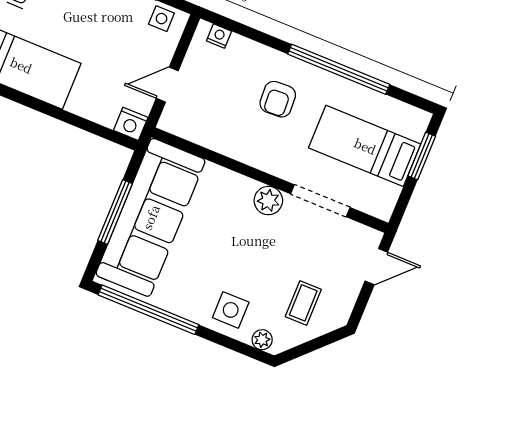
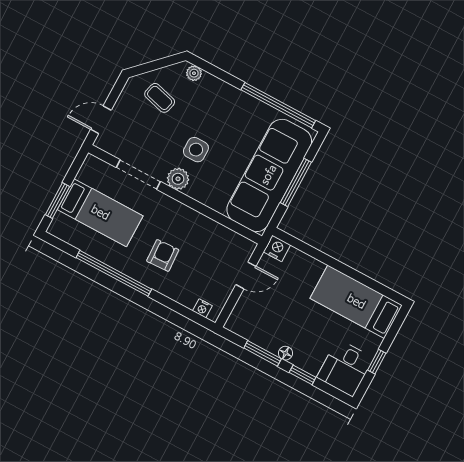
side table: (161, 19) -> (245, 326), removed
coffee table: (303, 303) -> (160, 98), turned -75
side table: (231, 310) -> (196, 150), moved

